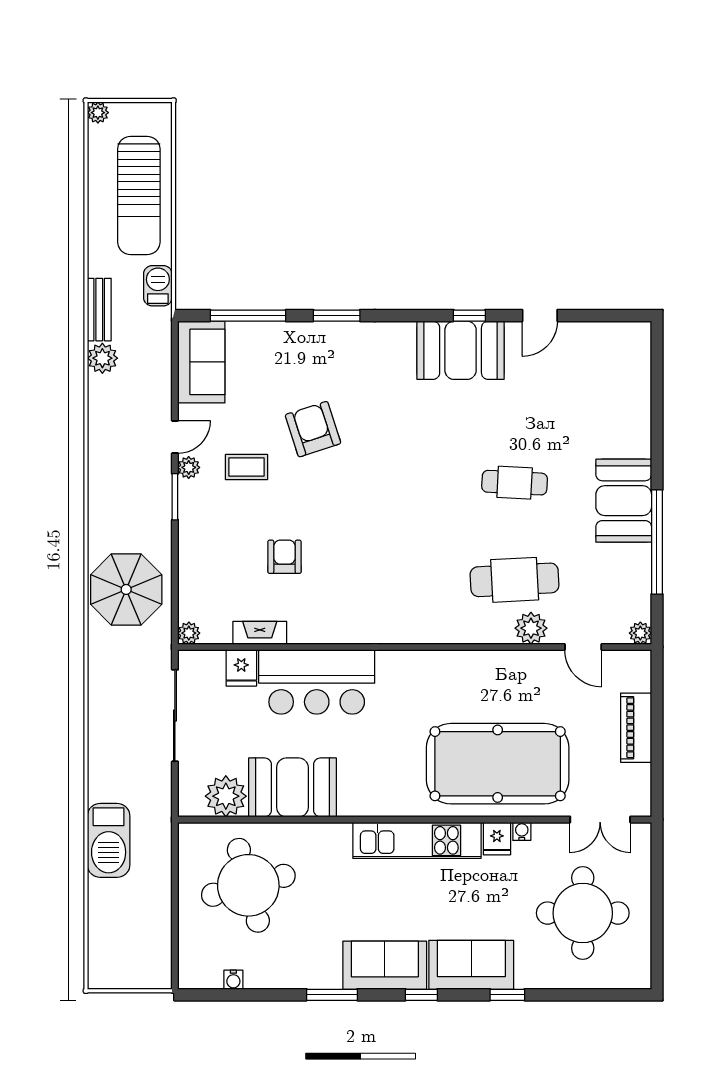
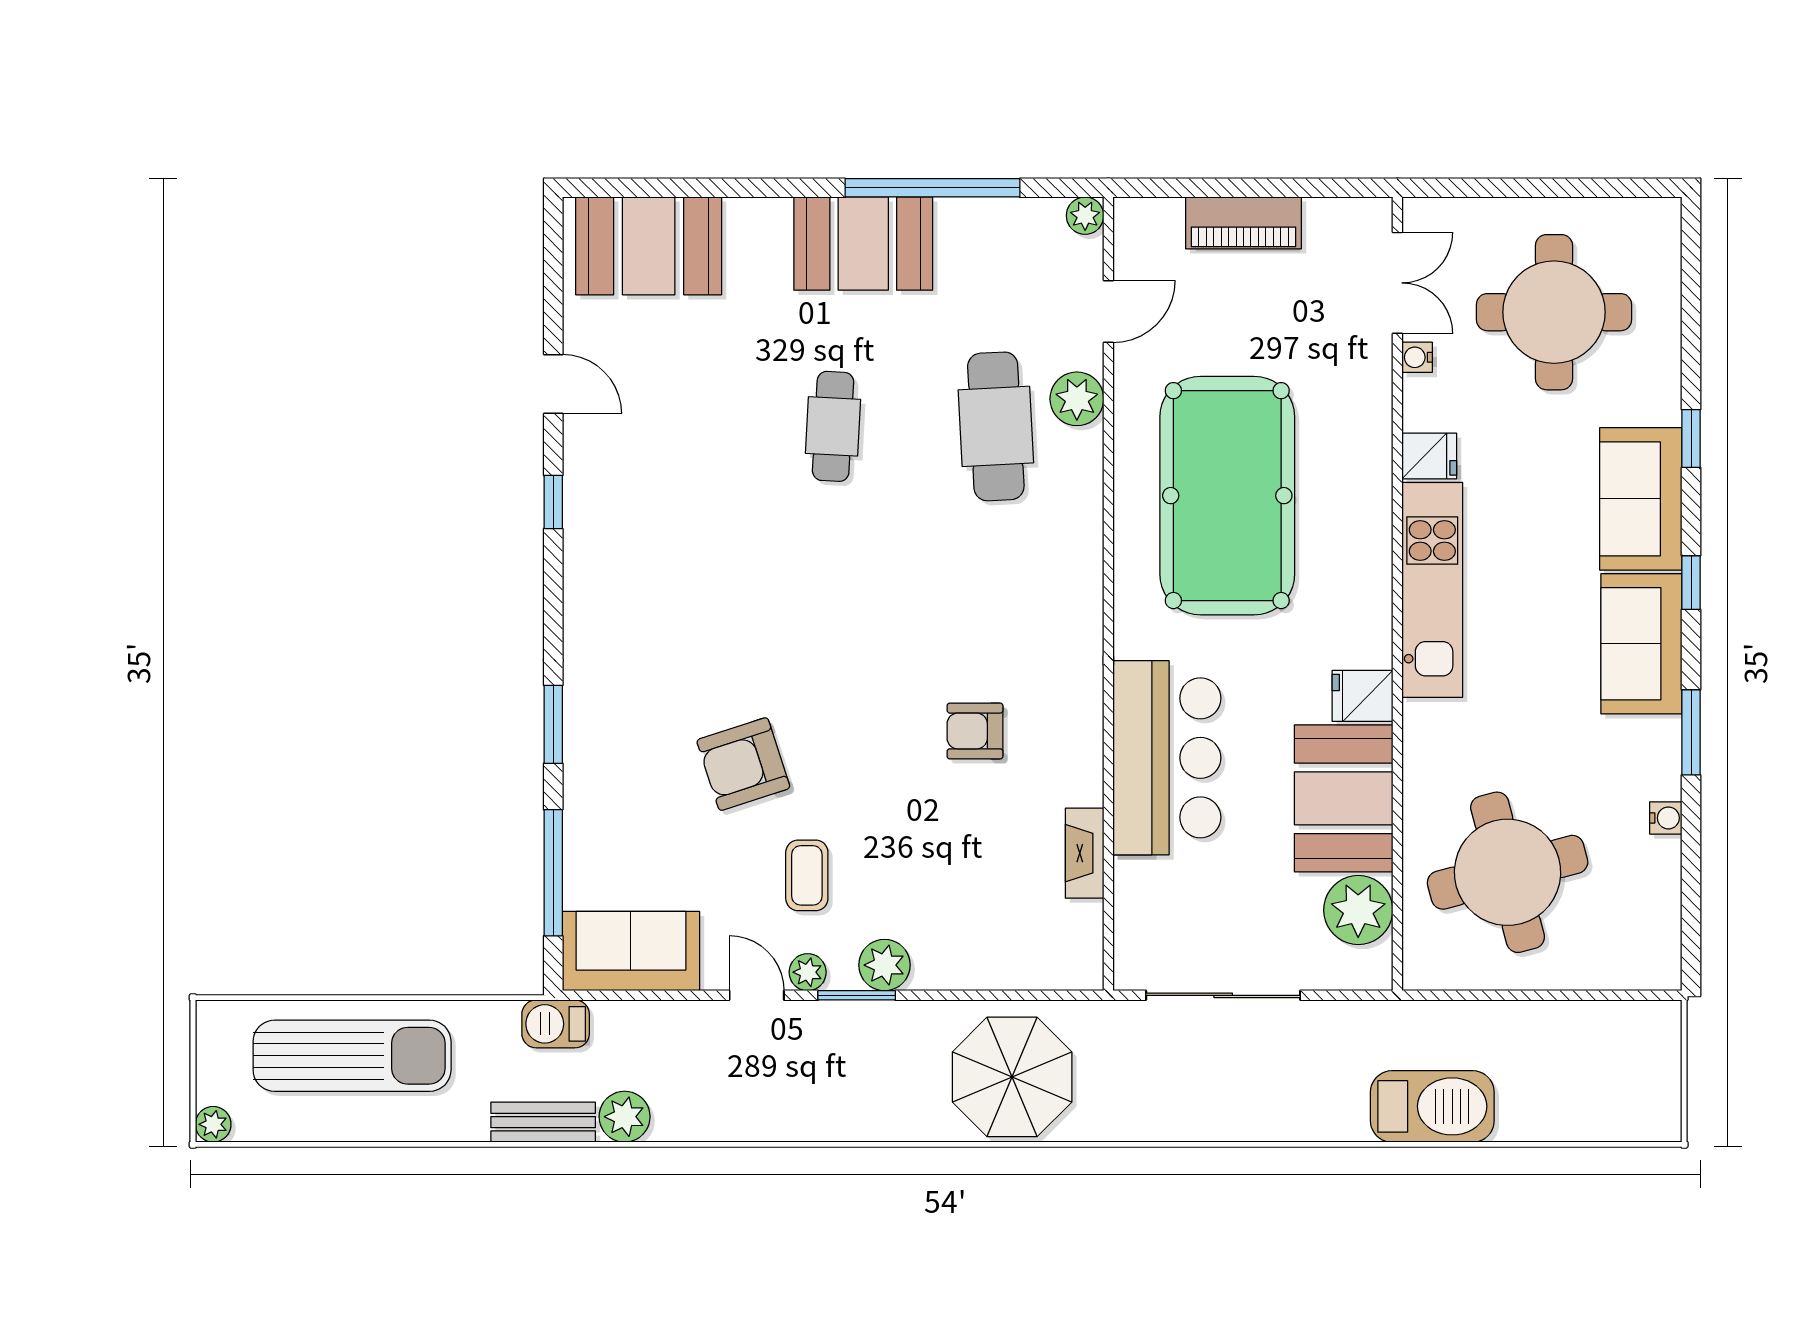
barbecue: (158, 286) -> (556, 1024), moved
booth: (461, 350) -> (649, 246), moved, turned 90
armchair: (284, 557) -> (975, 731), moved
plant: (189, 633) -> (884, 965), moved, width x1.38, depth x1.38
fridge: (241, 668) -> (1362, 696), moved, turned 180
pool table: (498, 764) -> (1227, 496), moved
water cooler: (522, 831) -> (1417, 357), moved
water cooler: (233, 980) -> (1666, 818), moved

